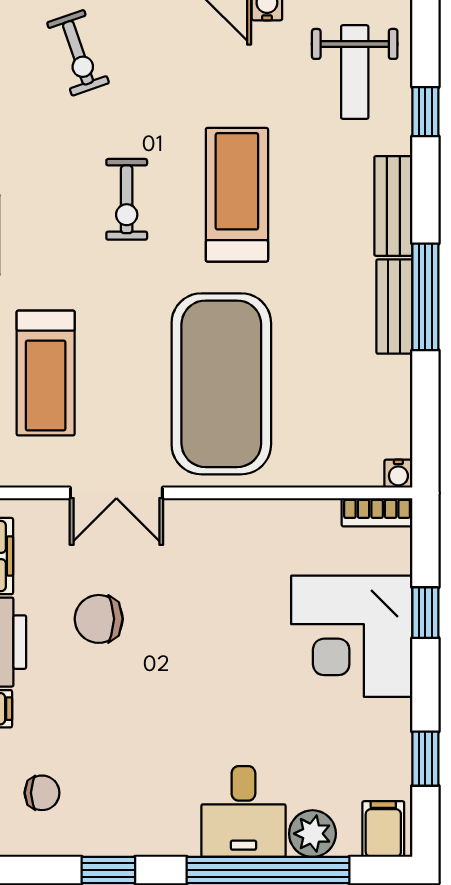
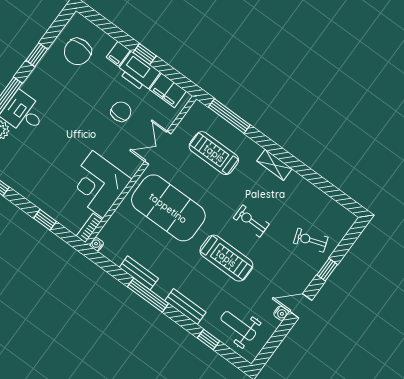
bench: (394, 307) -> (139, 273), moved
corner desk: (352, 636) -> (98, 184), moved, turned -90
chair: (42, 793) -> (78, 52), width x1.87, depth x1.87

